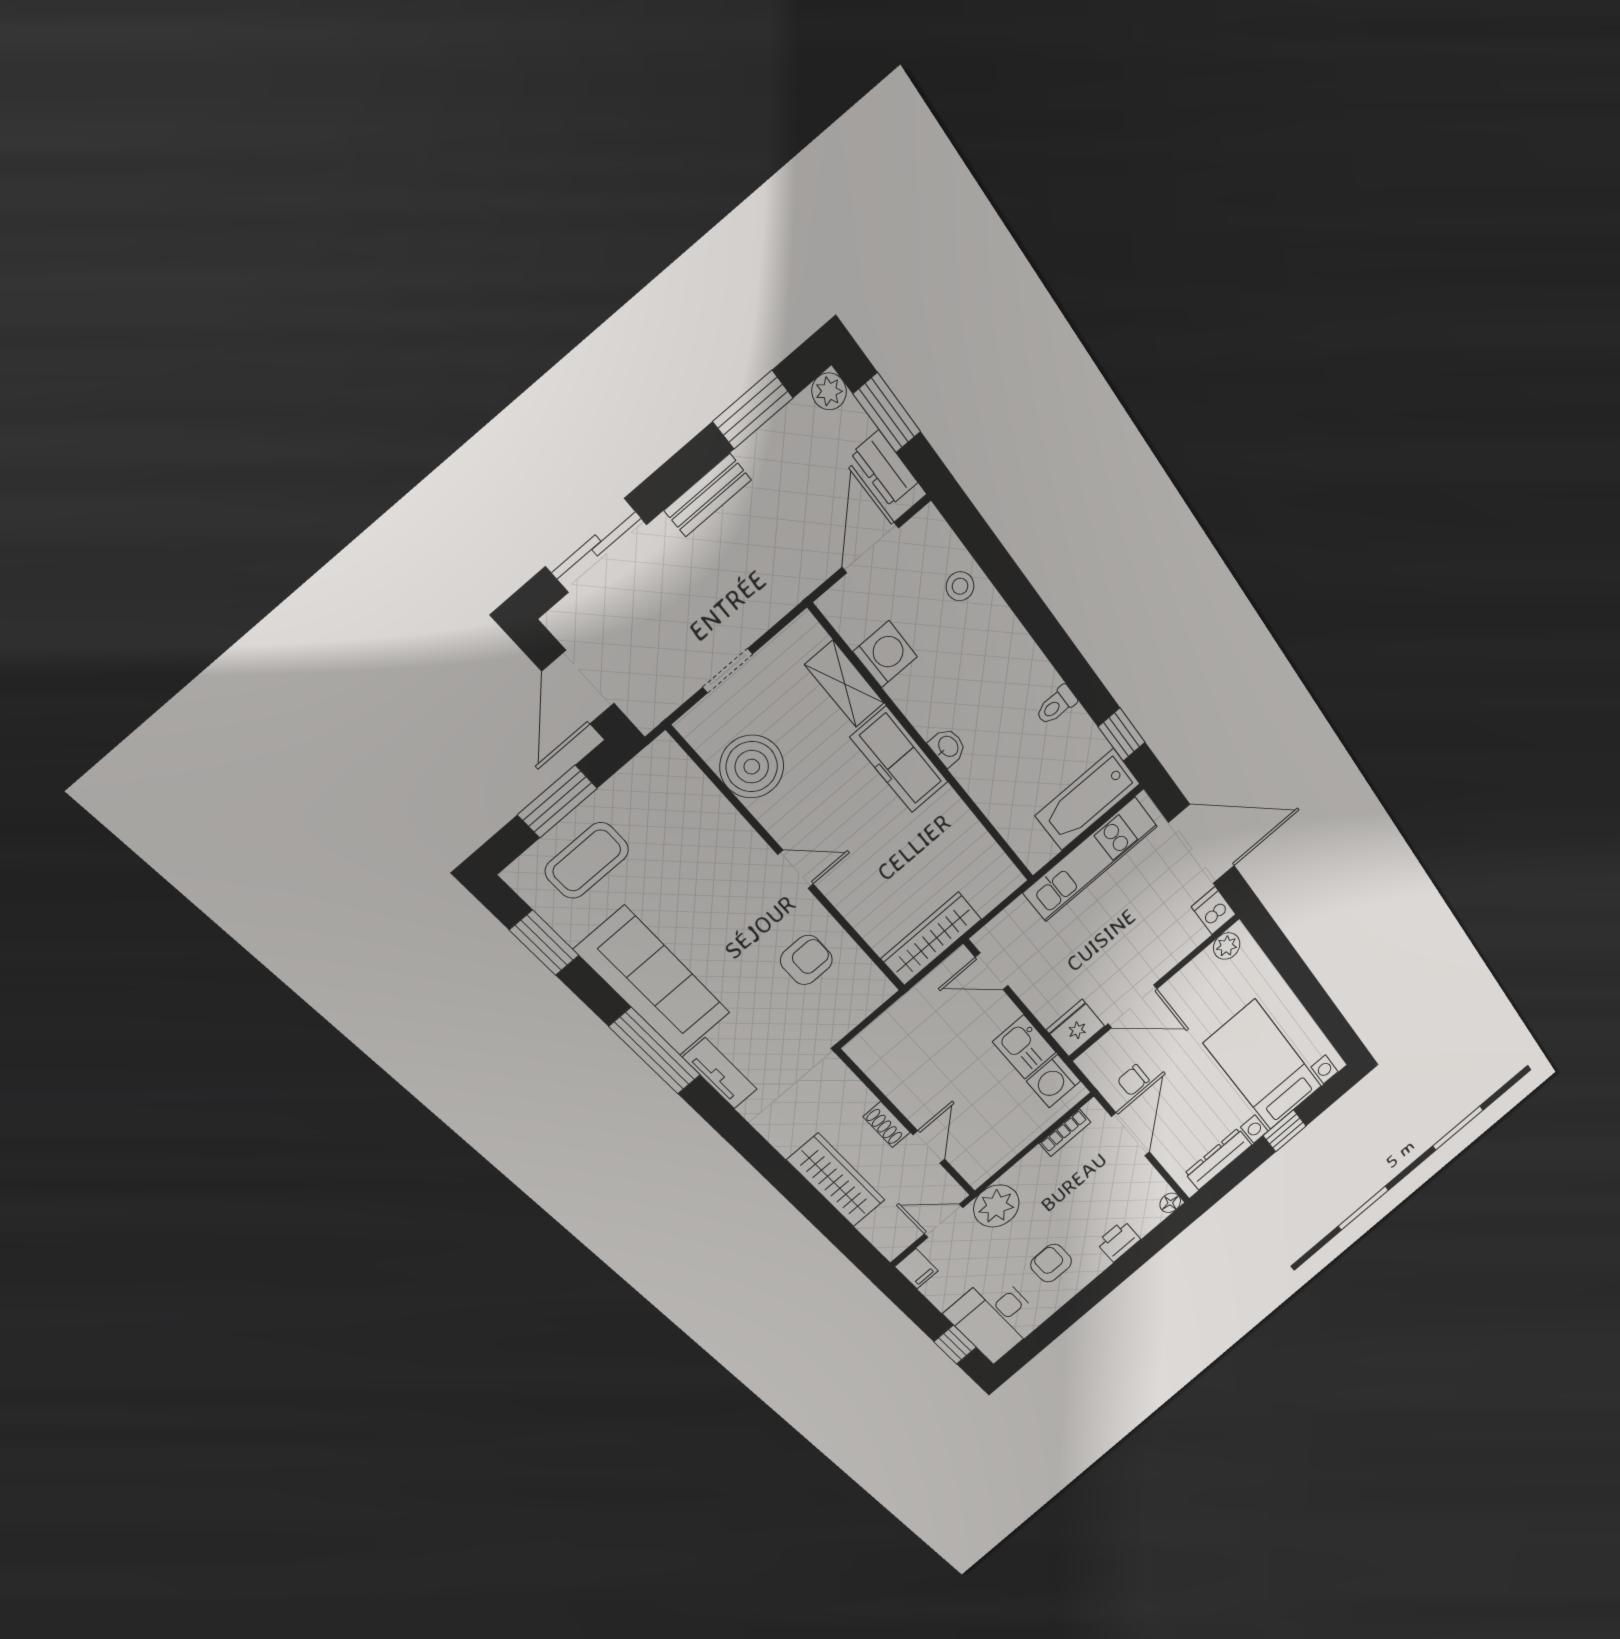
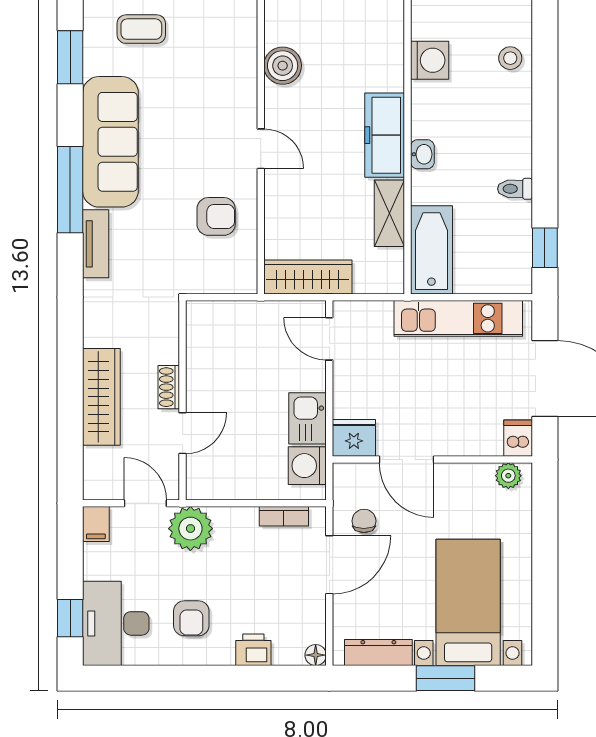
shelving: (845, 684) -> (389, 213), moved
boiler: (752, 767) -> (283, 66), width x0.73, depth x0.73
bathtub: (1088, 800) -> (431, 250), moved, turned 90
coffee table: (587, 860) -> (141, 29), width x0.73, depth x0.77
chair: (1133, 1080) -> (364, 521), turned 90
window: (1285, 1131) -> (446, 678), width x1.50
armchair: (1051, 1263) -> (191, 618), turned 180

